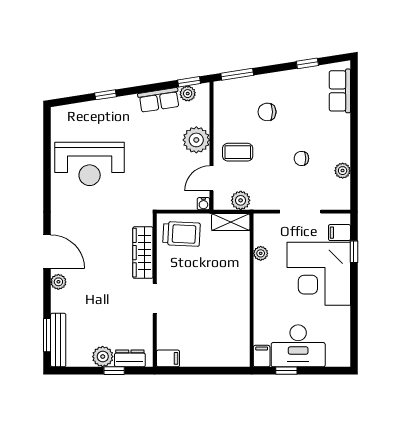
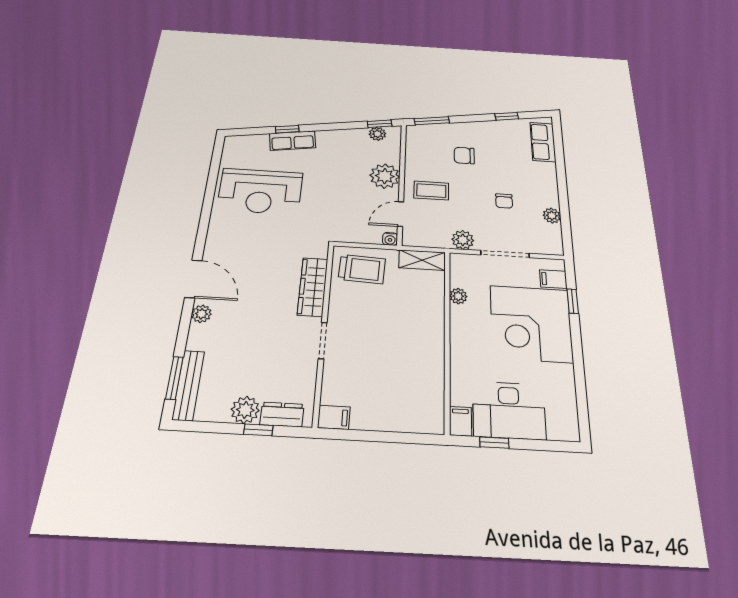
row of seats: (159, 100) -> (293, 141), moved
chair: (301, 158) -> (504, 201), turned -90
plant: (241, 200) -> (463, 240), moved

